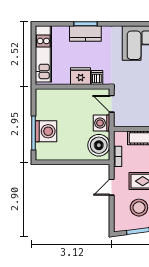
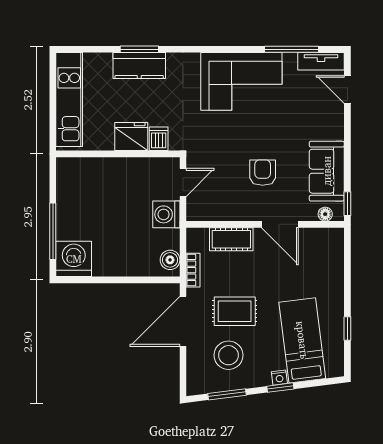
door: (112, 104) -> (183, 182), swing flipped
washing machine: (46, 131) -> (74, 259), moved, turned -90
boiler: (99, 145) -> (170, 260), width x0.54, depth x0.54
door: (112, 187) -> (183, 321), width x1.88

